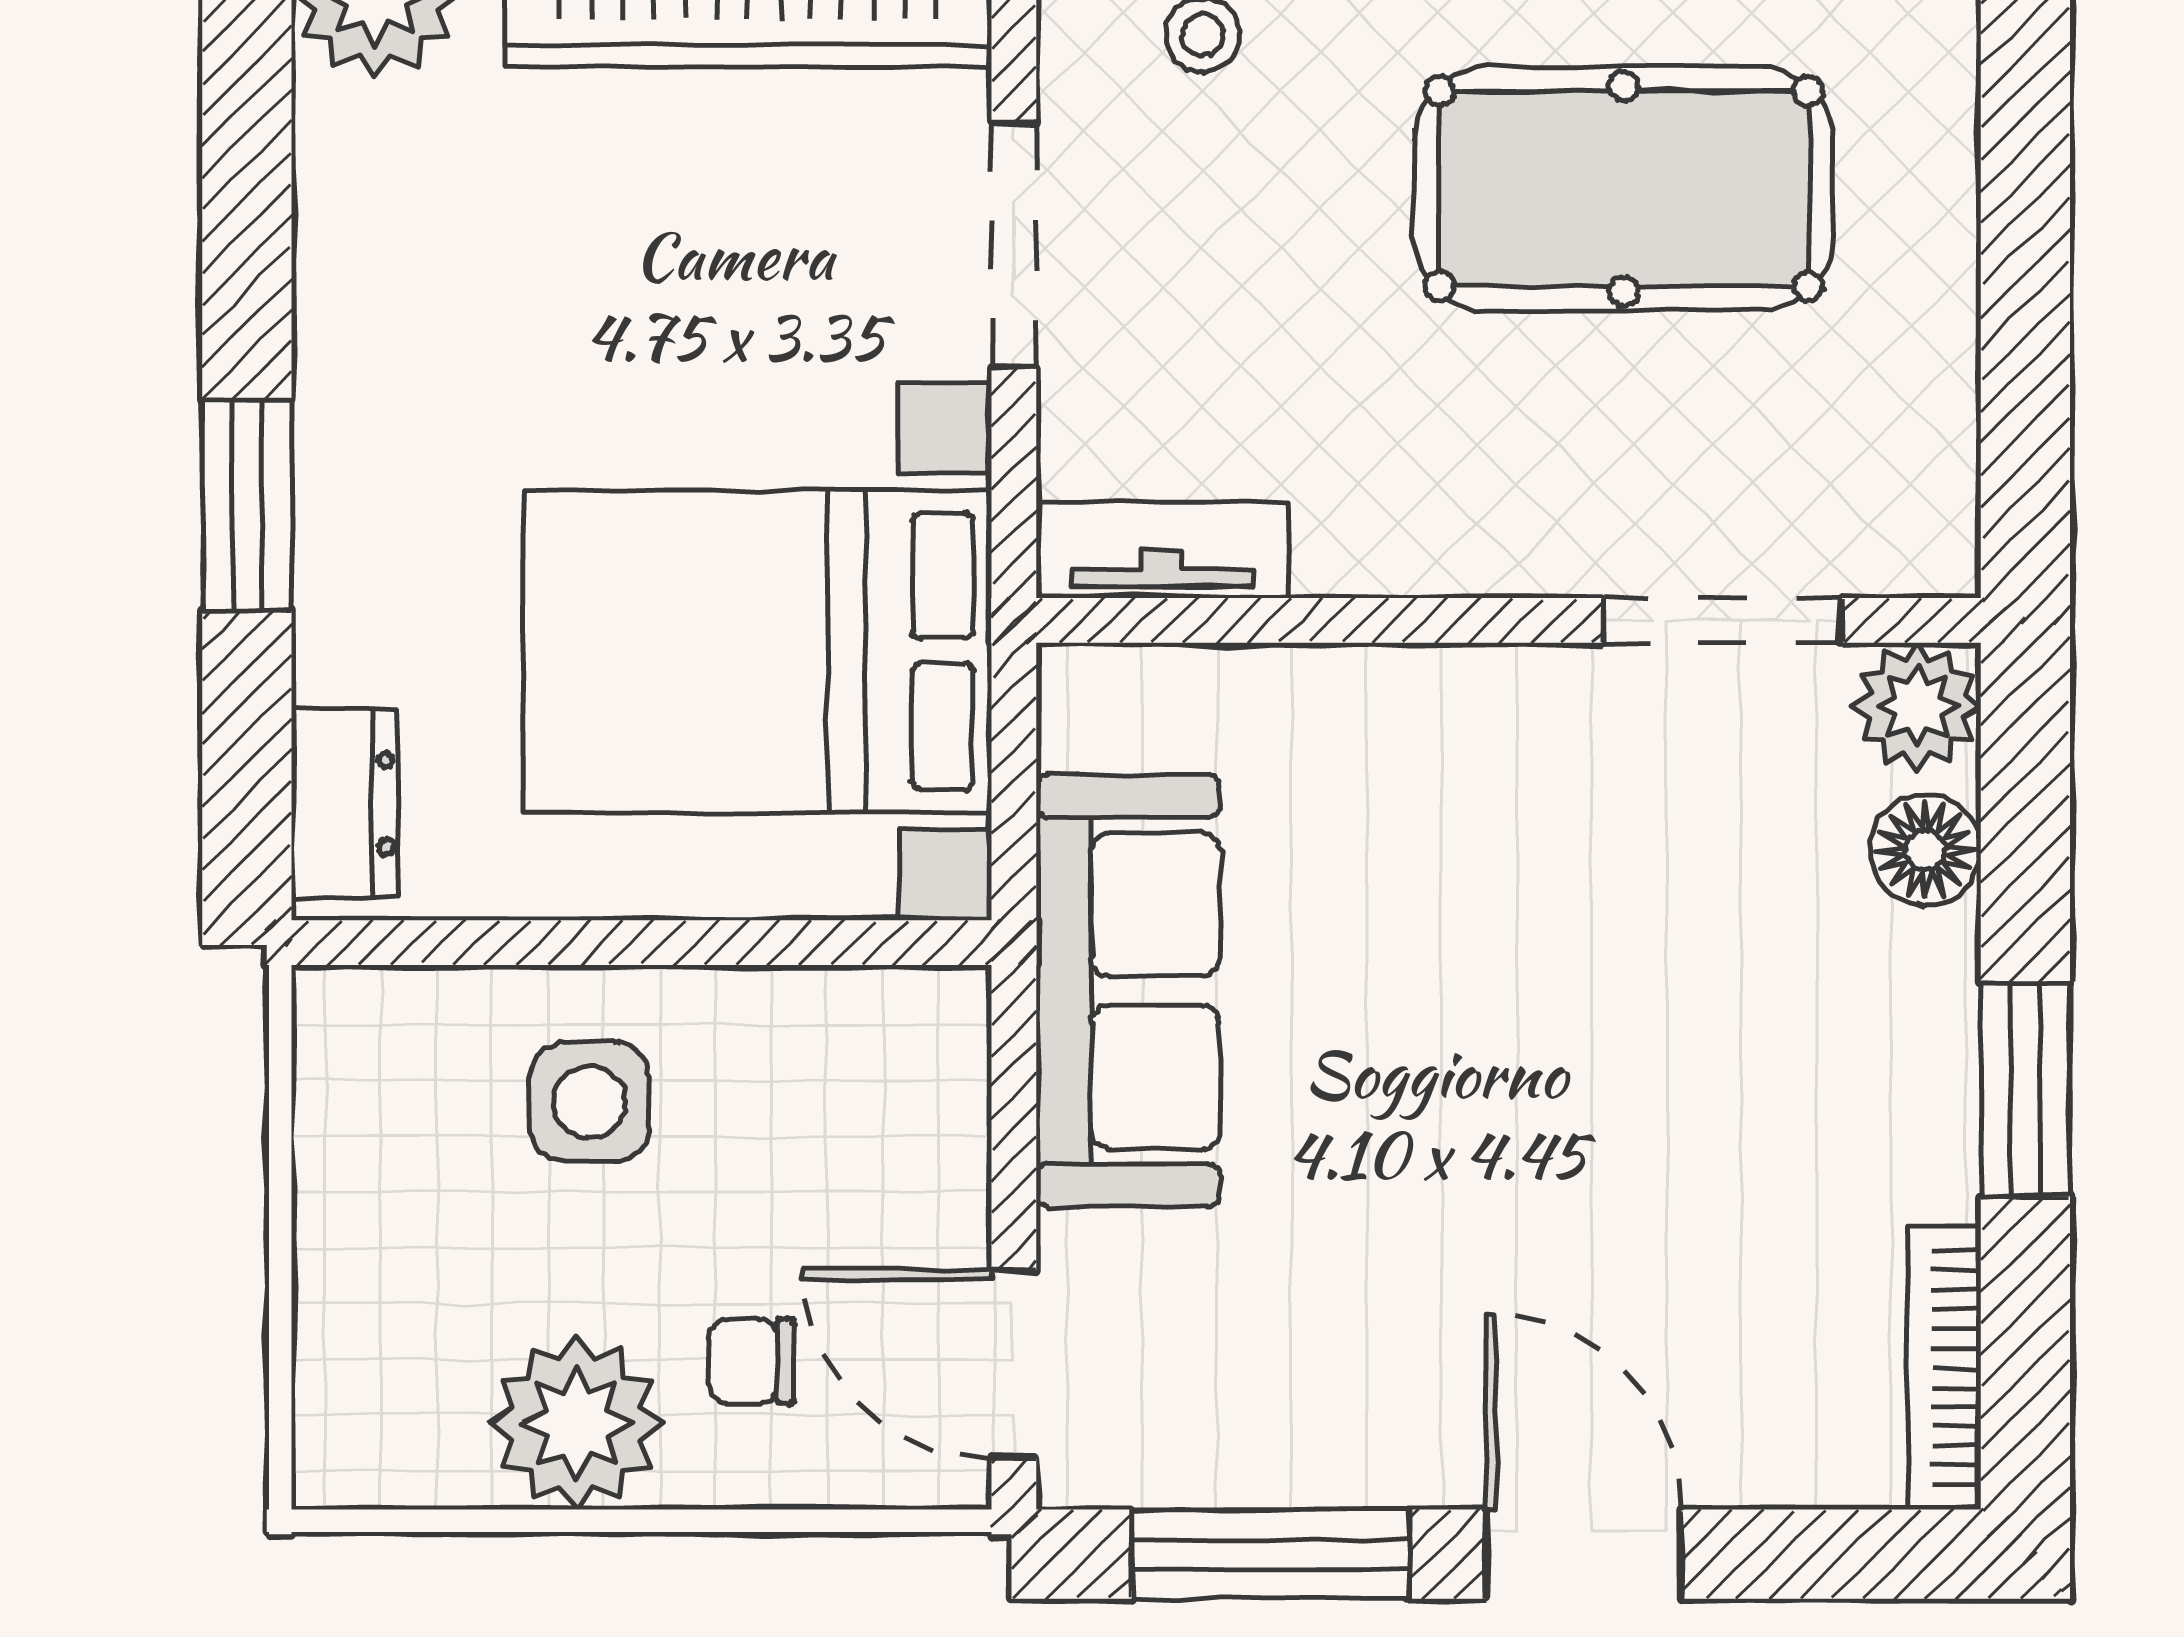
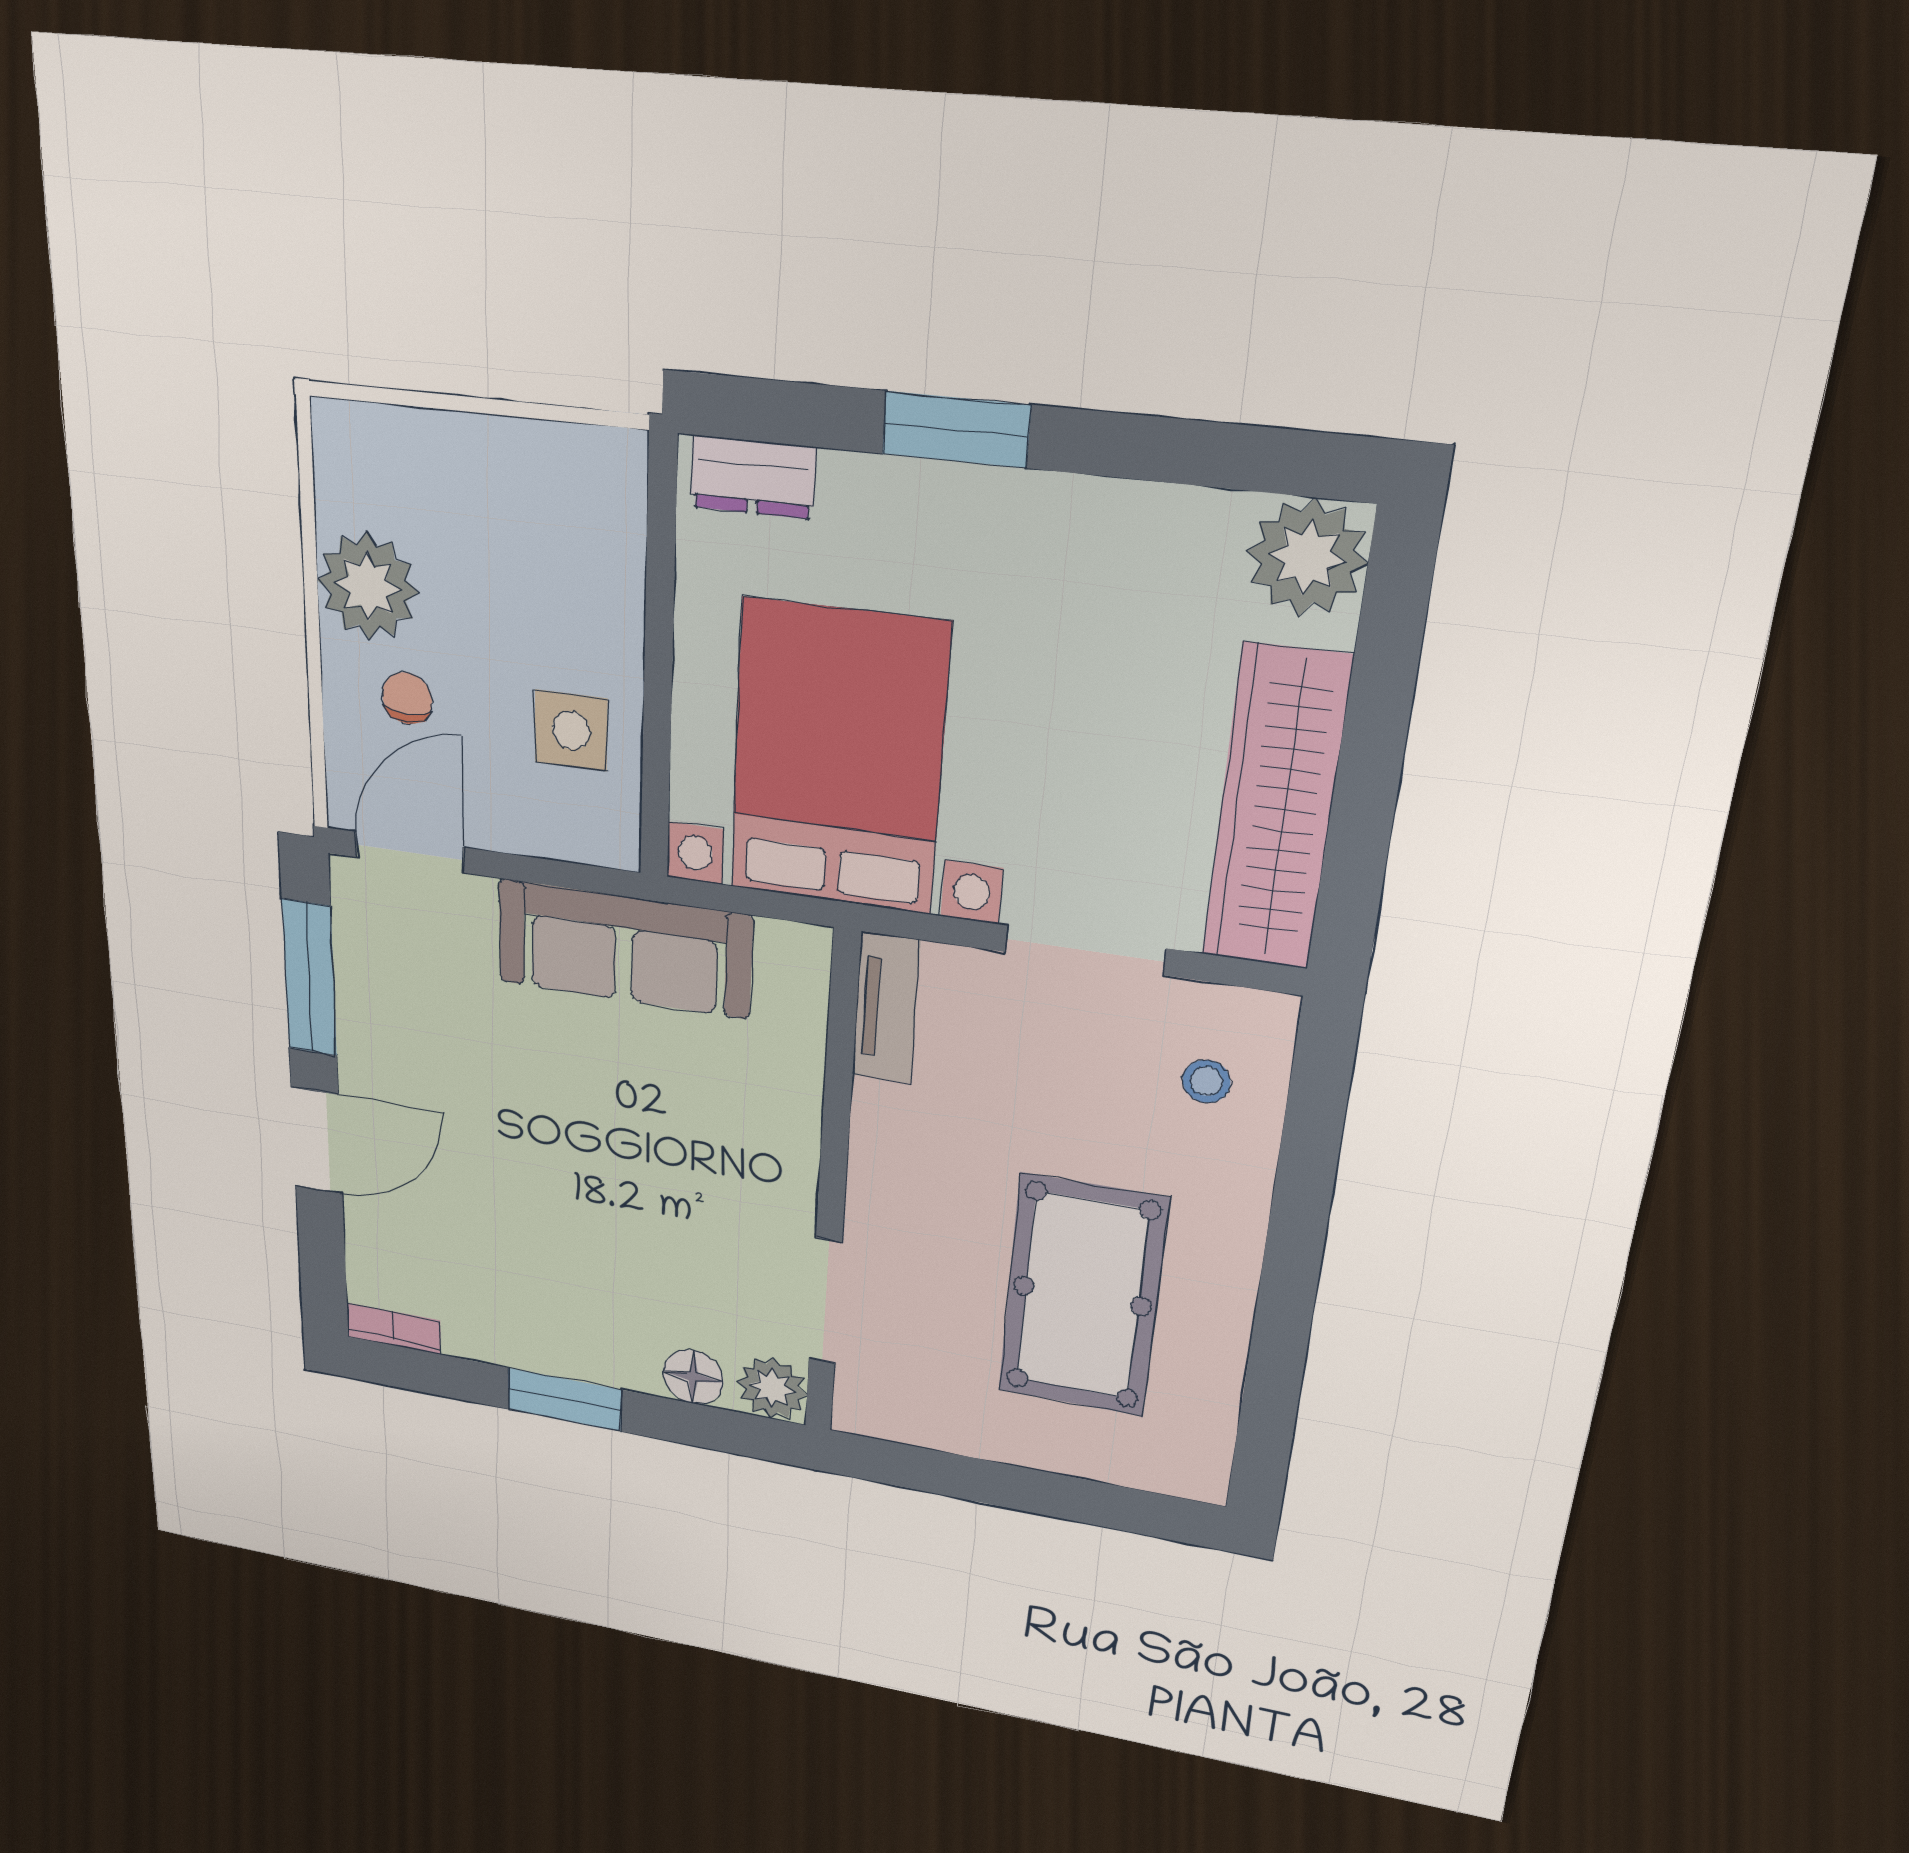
side table: (589, 1102) -> (571, 730), moved
bookcase: (1945, 1367) -> (394, 1329), width x0.64

